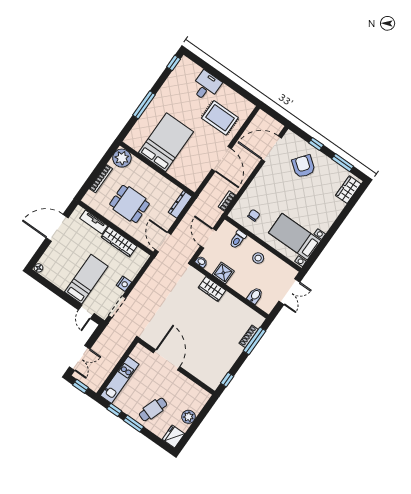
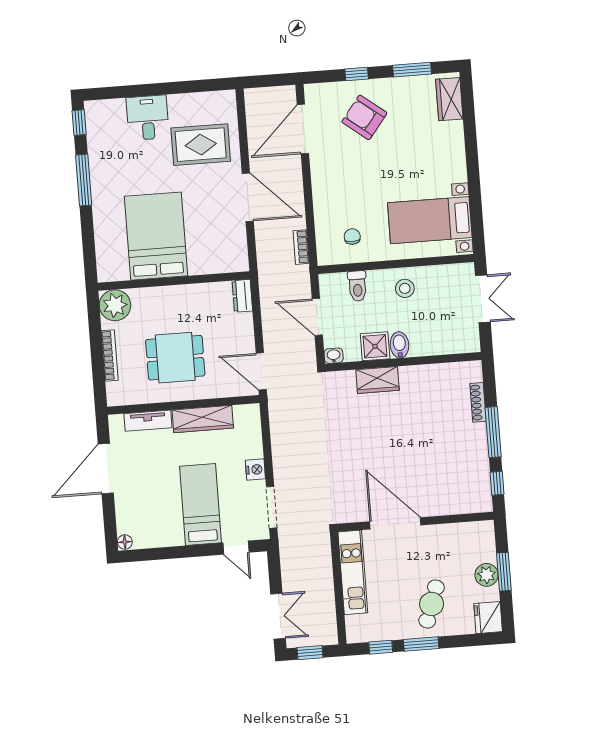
window: (144, 105) -> (84, 180), moved
dresser: (180, 204) -> (242, 296), width x0.70
bidet: (255, 296) -> (399, 345), moved
window: (255, 341) -> (493, 432), moved
kitchen unit: (120, 380) -> (353, 572), moved
window: (197, 422) -> (504, 572), added

